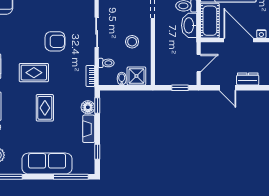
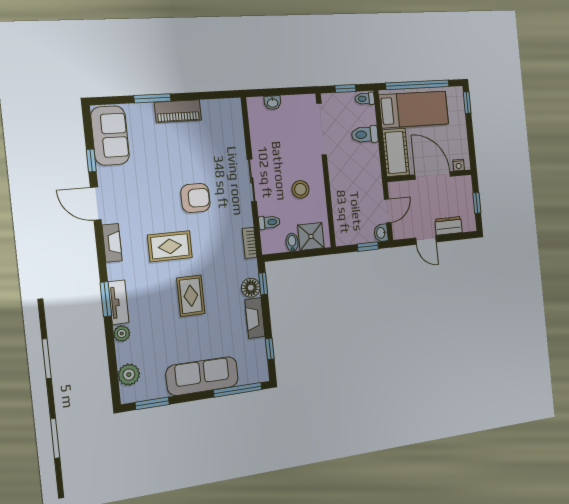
washbasin: (189, 25) -> (381, 233), moved, width x0.52, depth x0.69

